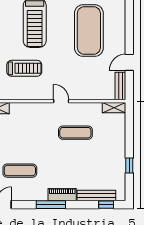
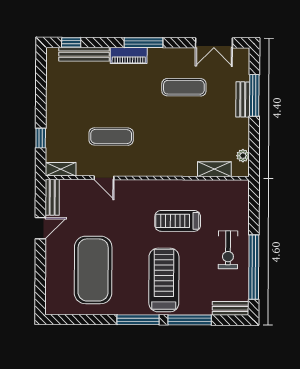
door: (61, 101) -> (104, 178), moved
window: (129, 166) -> (41, 138), moved

